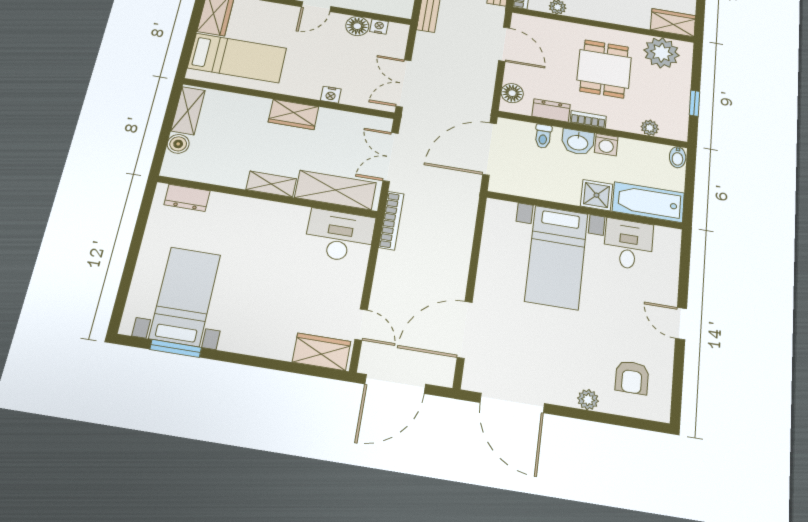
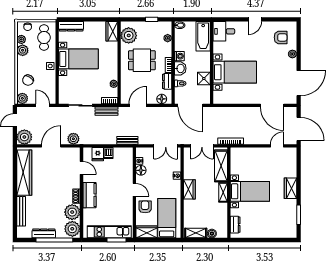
armchair: (273, 20) -> (145, 207), added
shower: (597, 195) -> (204, 79), moved
desk: (340, 236) -> (241, 161), removed
desk: (628, 244) -> (224, 31), moved
bed with nightstands: (185, 296) -> (250, 191), moved, turned 180
wardrobe: (322, 352) -> (291, 188), moved

